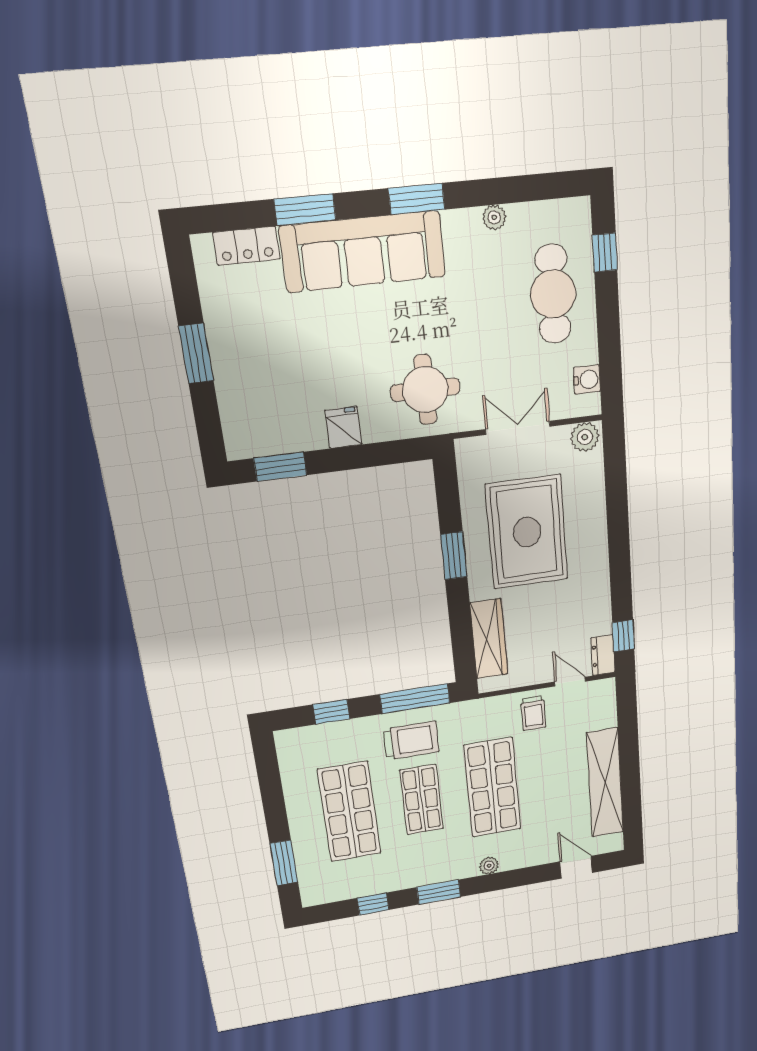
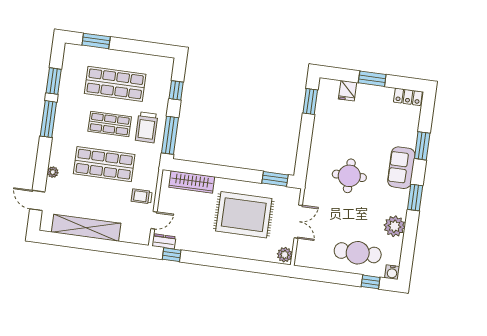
plant: (494, 217) -> (395, 226), width x1.88, depth x1.88
locker: (247, 246) -> (408, 97), moved, turned -90
sofa: (363, 252) -> (401, 168), width x0.54, depth x0.79
water cooler: (587, 380) -> (392, 272), moved
round table: (425, 390) -> (349, 176), moved
fridge: (343, 428) -> (348, 91), moved, turned 90
window: (454, 556) -> (275, 179), moved
plant: (489, 866) -> (53, 172), moved
door: (576, 867) -> (37, 200), swing flipped
window: (439, 892) -> (48, 119), width x1.44
window: (373, 904) -> (54, 81), width x1.50

